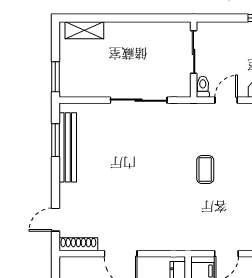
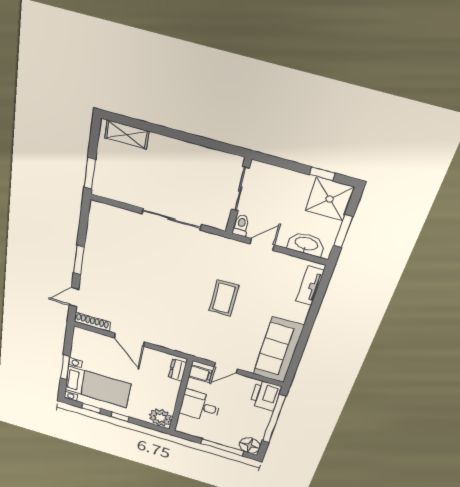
window: (55, 140) -> (79, 260), moved
bench: (68, 147) -> (93, 241), removed
coffee table: (205, 170) -> (224, 298), width x1.36, depth x1.30

